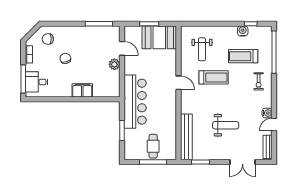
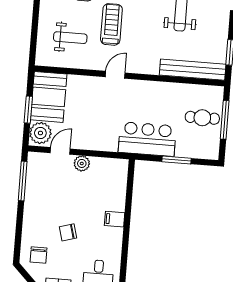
plant: (133, 34) -> (40, 133), added
filing cabinet: (82, 90) -> (115, 219), width x0.50
bar counter: (135, 102) -> (147, 139), width x0.73

